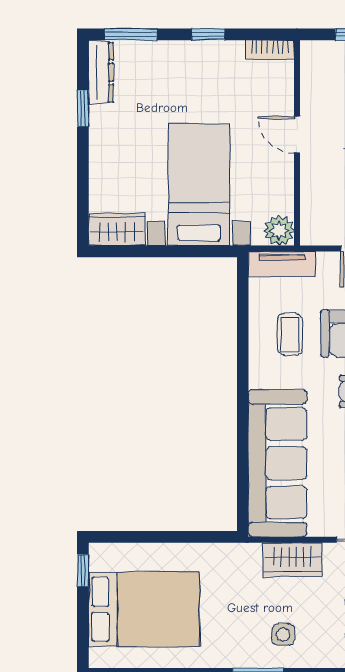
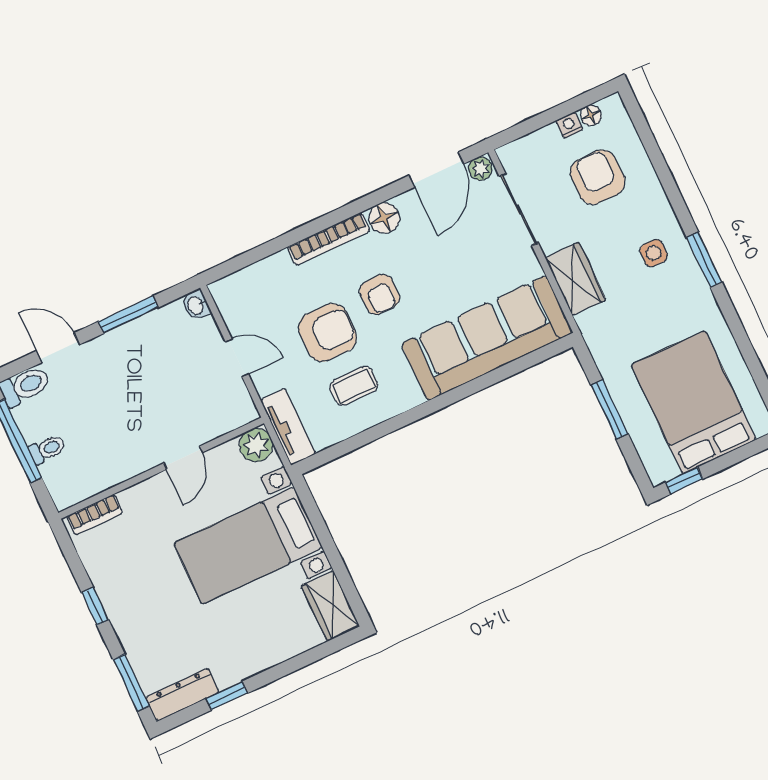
bookcase: (270, 50) -> (95, 515), moved, turned 90
door: (297, 135) -> (183, 458), moved
window: (171, 537) -> (609, 410), added

